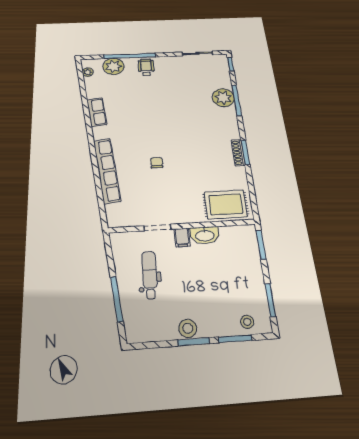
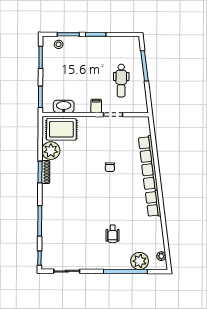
wheelchair: (146, 67) -> (113, 234), moved
plant: (223, 98) -> (51, 151), moved
row of seats: (97, 112) -> (153, 204), moved
washbasin: (205, 235) -> (64, 106), moved
stool: (188, 328) -> (99, 43), removed

